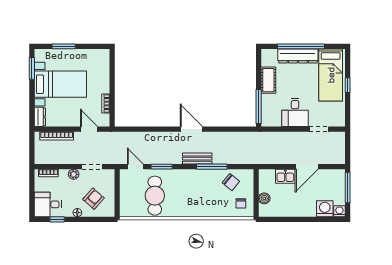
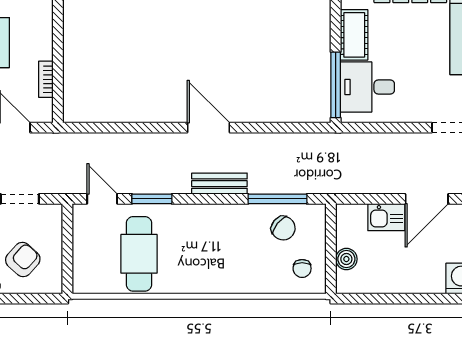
desk: (295, 112) -> (367, 87), moved, turned 90
window: (212, 167) -> (278, 199), moved

